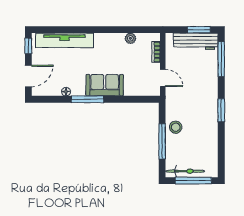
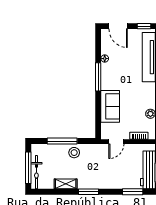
window: (221, 59) -> (133, 192), width x0.69
sofa: (105, 85) -> (110, 106), moved
shelving: (212, 137) -> (66, 184), added
bicycle: (185, 171) -> (36, 172), moved

